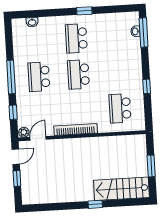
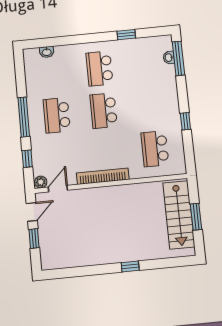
window: (84, 11) -> (126, 35), moved
stairs: (121, 189) -> (179, 215), moved, turned -90

